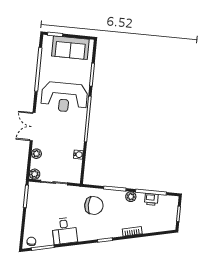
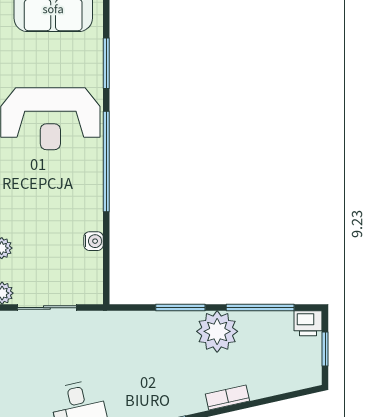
plant: (131, 197) -> (217, 331), width x1.88, depth x1.88
printer: (151, 199) -> (308, 323), moved
chair: (94, 206) -> (138, 349), removed

